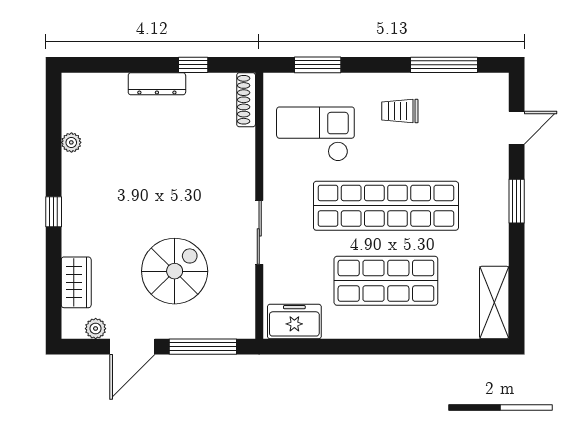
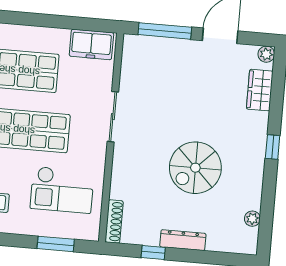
plant: (71, 142) -> (252, 219), moved
spiral stairs: (175, 271) -> (195, 168), moved
plant: (96, 329) -> (266, 54), moved

